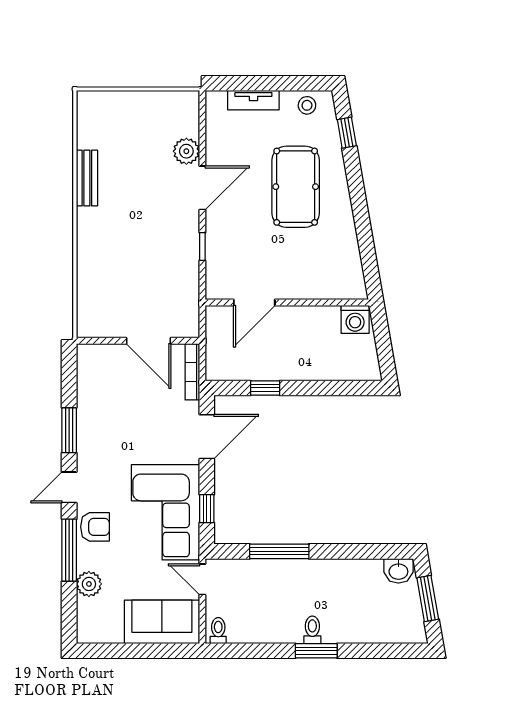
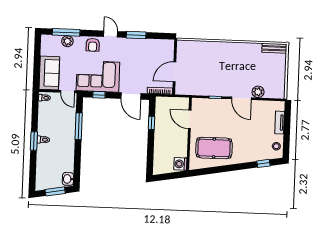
bench: (87, 178) -> (274, 48), moved
pool table: (296, 187) -> (214, 148), moved
window: (69, 550) -> (66, 32), moved
door: (202, 579) -> (68, 92), swing flipped

